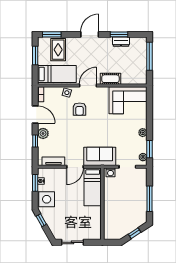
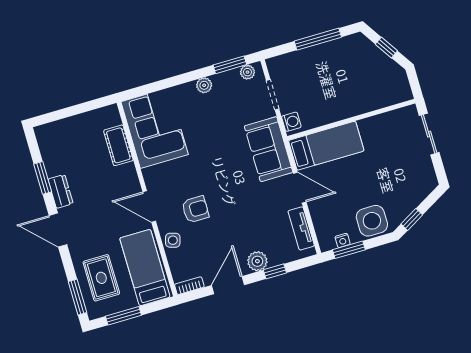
dresser: (121, 42) -> (61, 191), moved
rug: (58, 50) -> (101, 278), turned 90
window: (149, 56) -> (66, 113), removed
cot: (110, 79) -> (118, 145), moved
sliding door: (73, 242) -> (429, 134), moved

